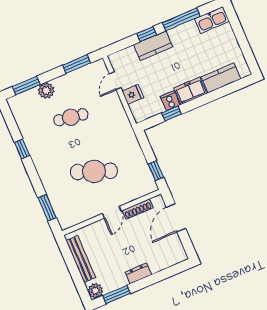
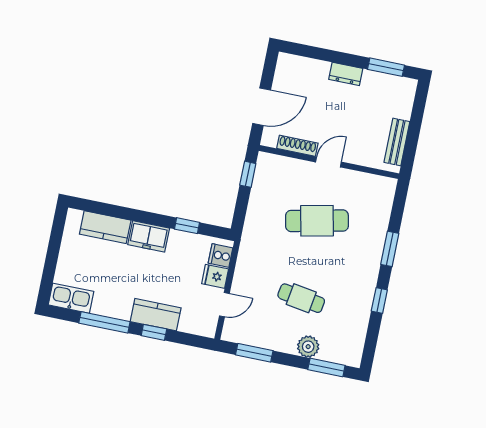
cooker: (170, 101) -> (221, 256), moved, turned 90
cafe table: (94, 171) -> (317, 221), turned -33
window: (47, 208) -> (390, 249), moved
bench: (81, 259) -> (397, 142), width x0.73
plant: (95, 291) -> (406, 88), removed

